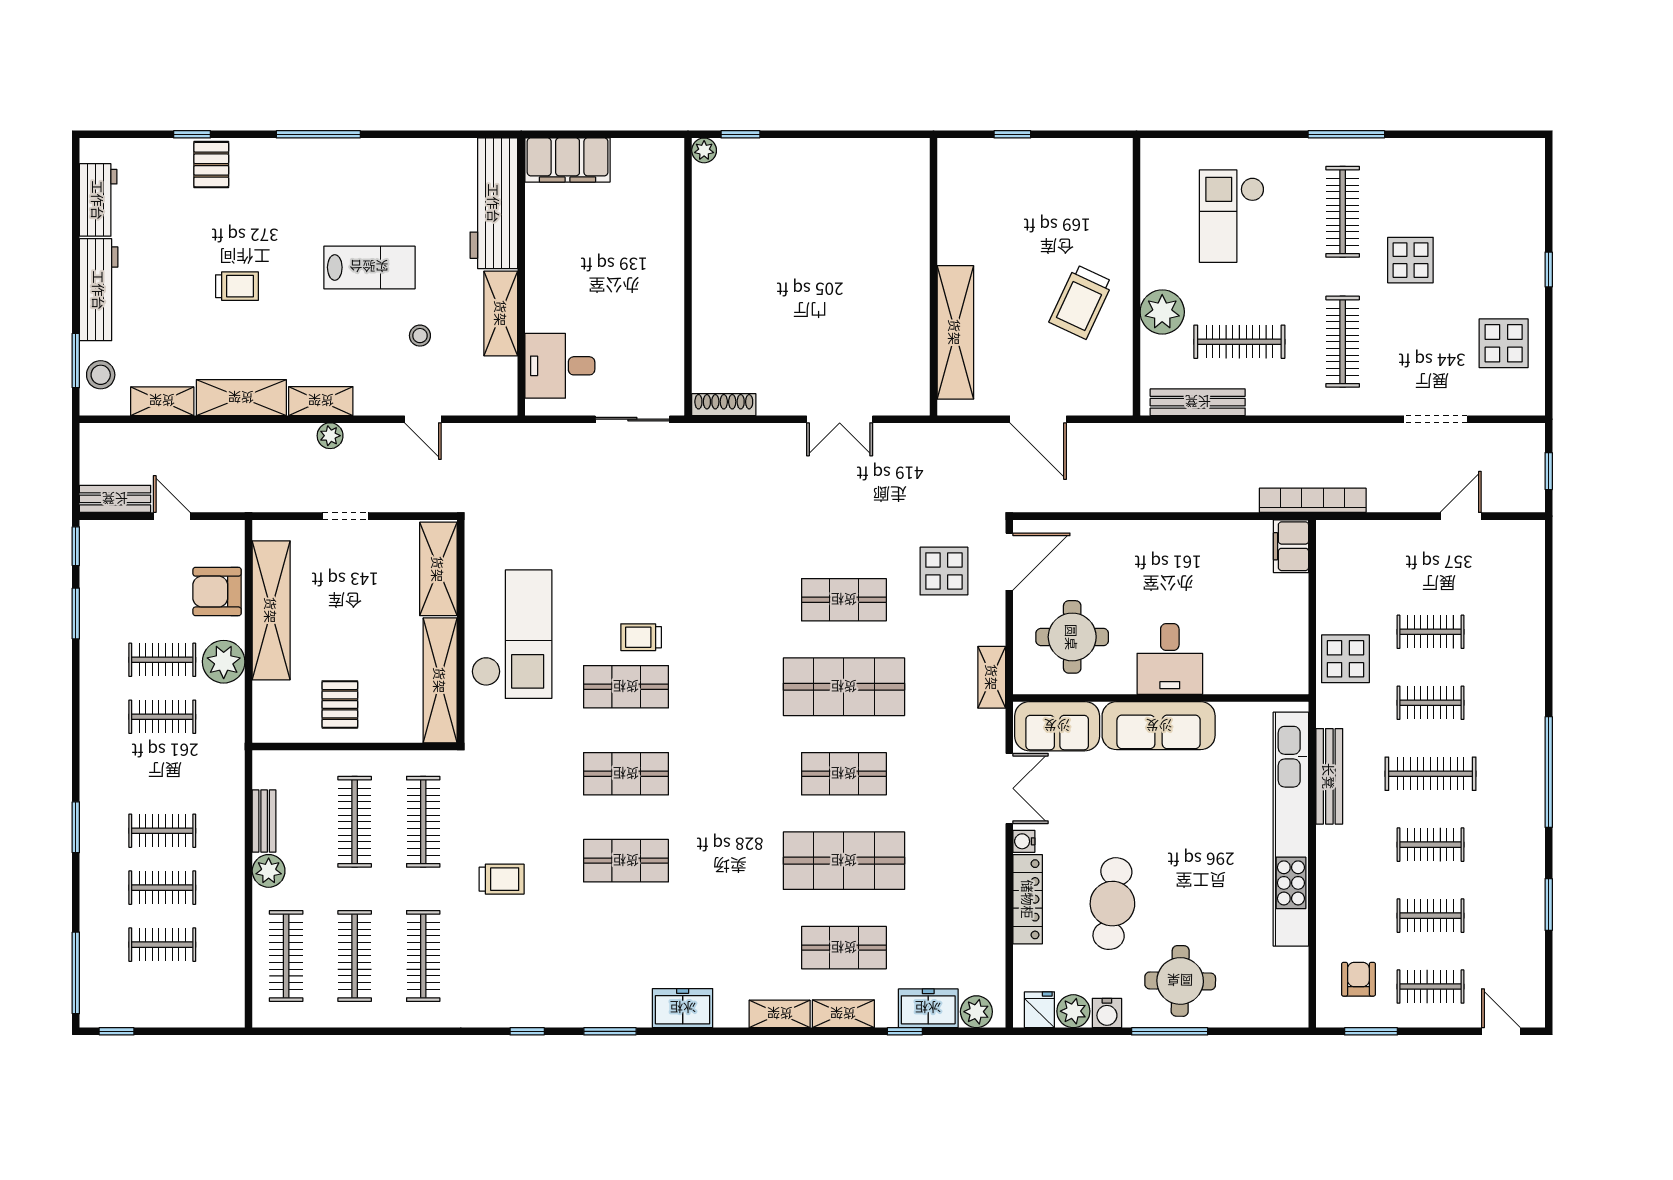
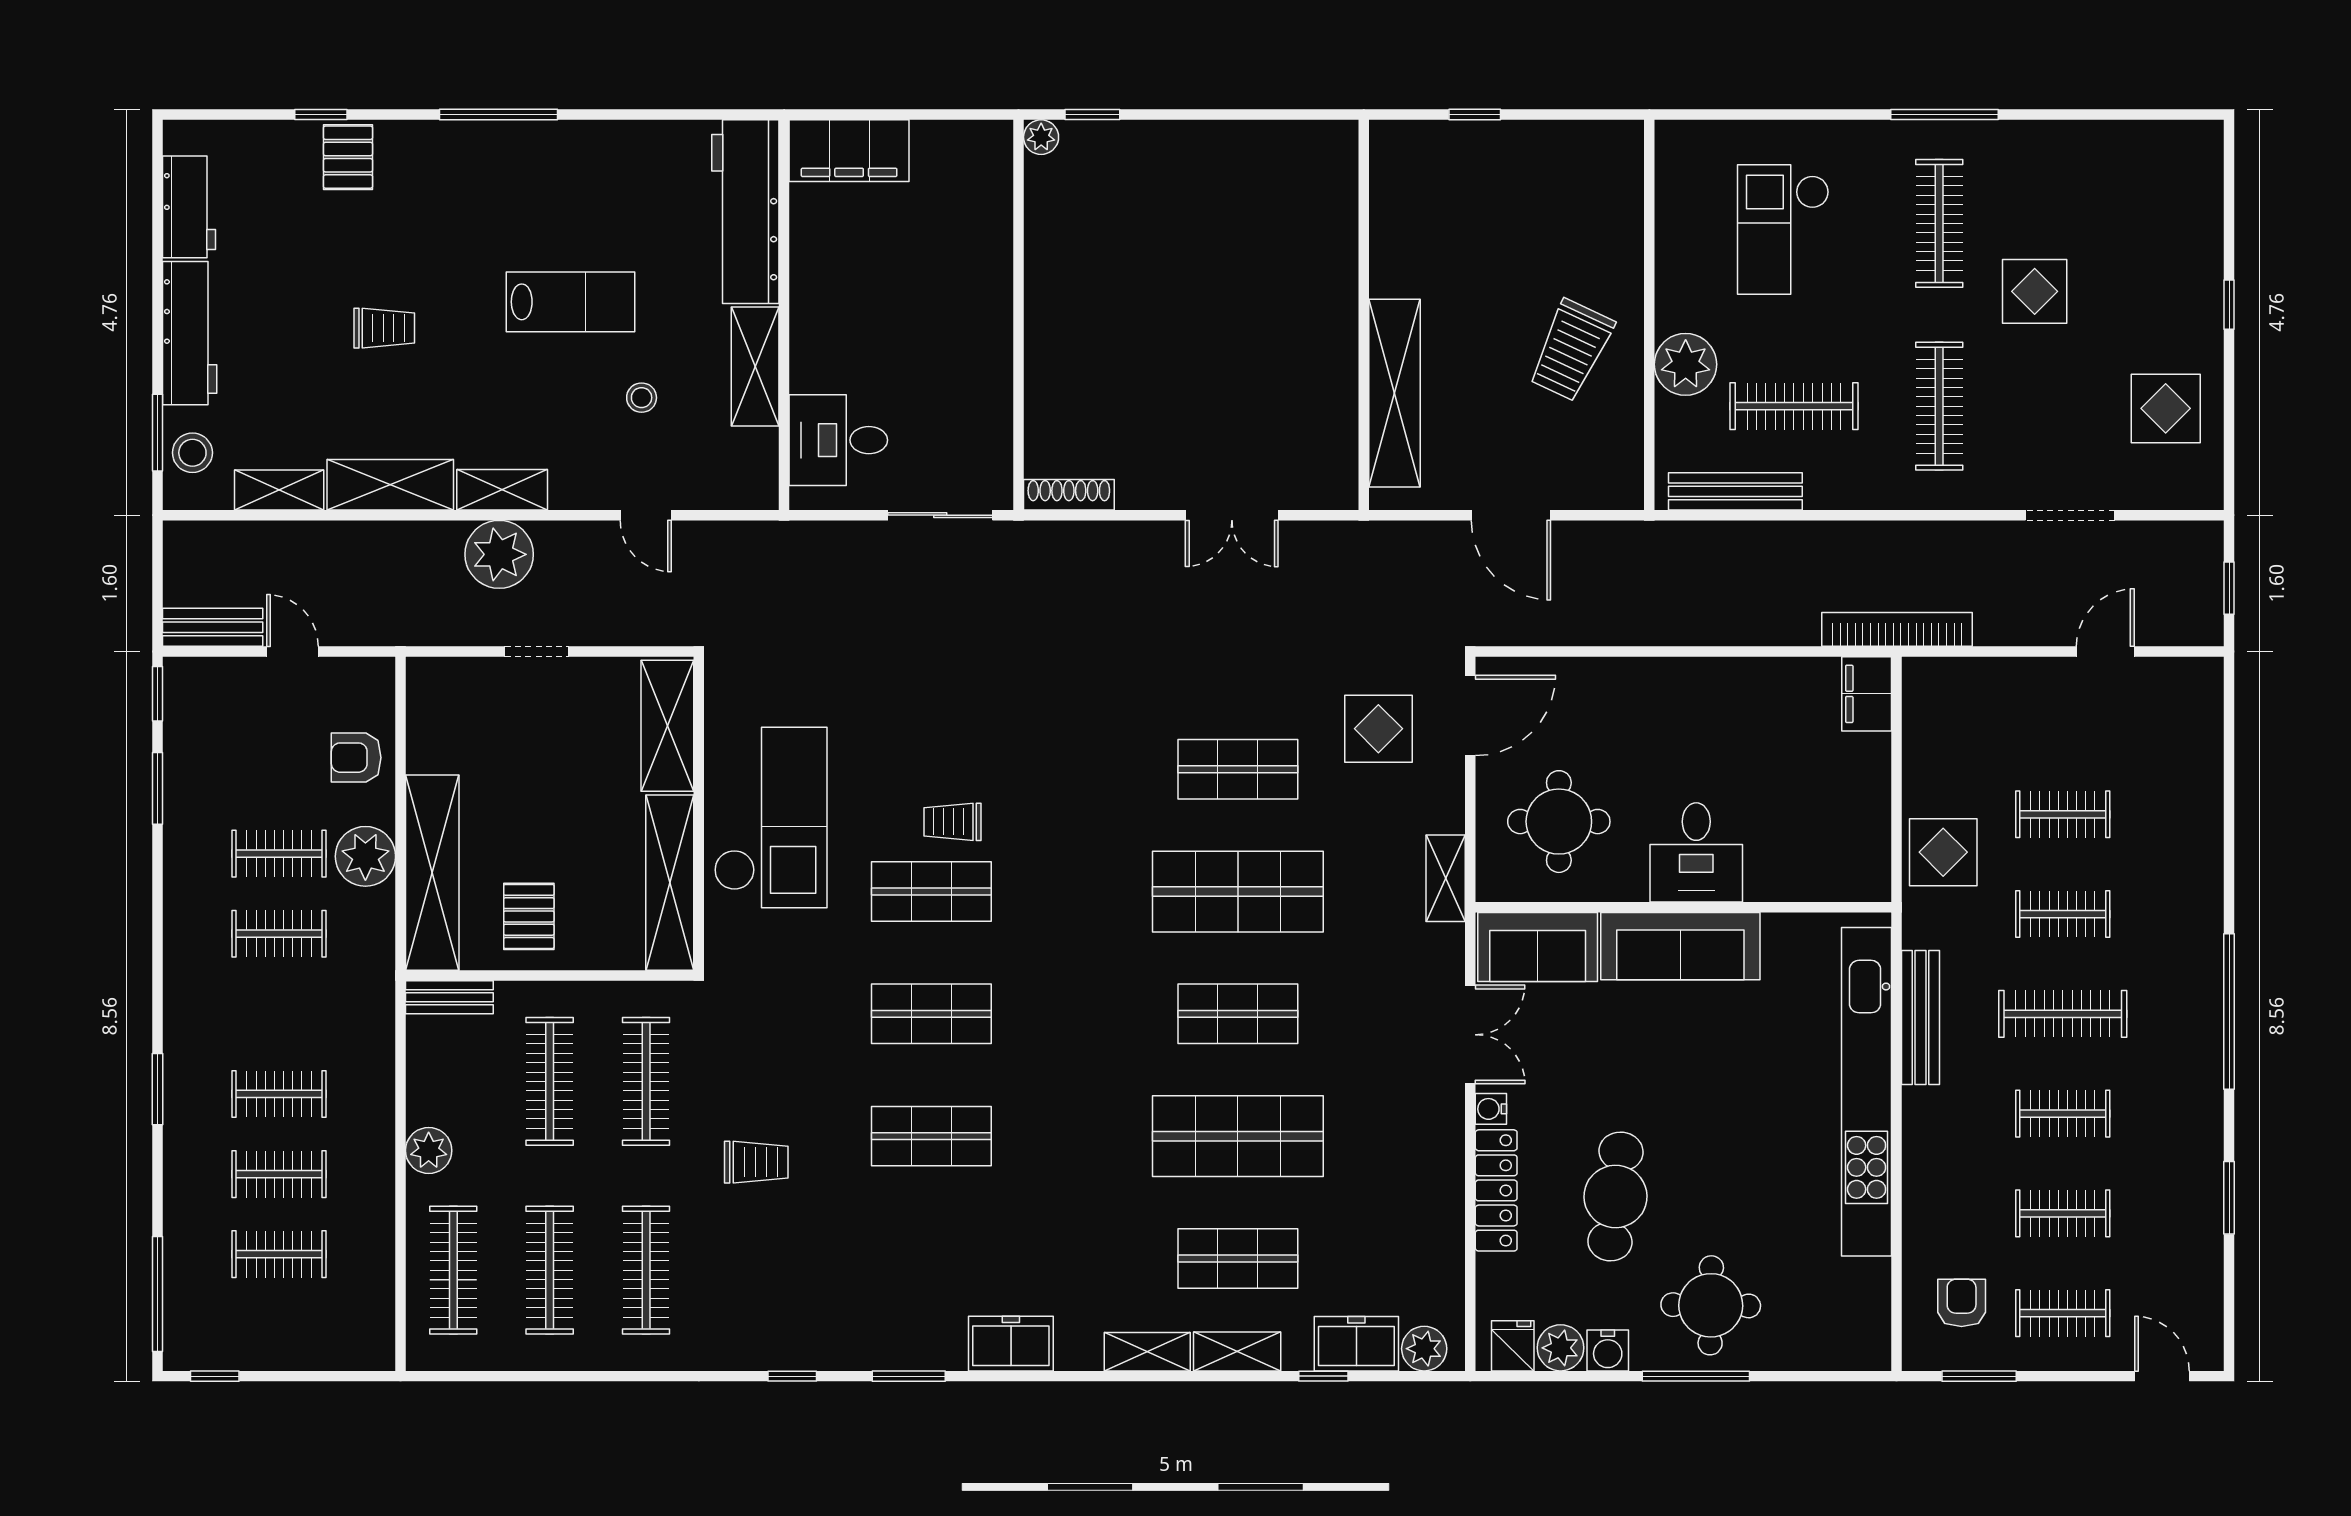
plant: (330, 436) -> (499, 554), width x1.87, depth x1.87
armchair: (217, 592) -> (356, 758), width x0.72, depth x0.72
shelving: (271, 610) -> (432, 873), moved
bench: (264, 821) -> (449, 997), moved, turned 90

